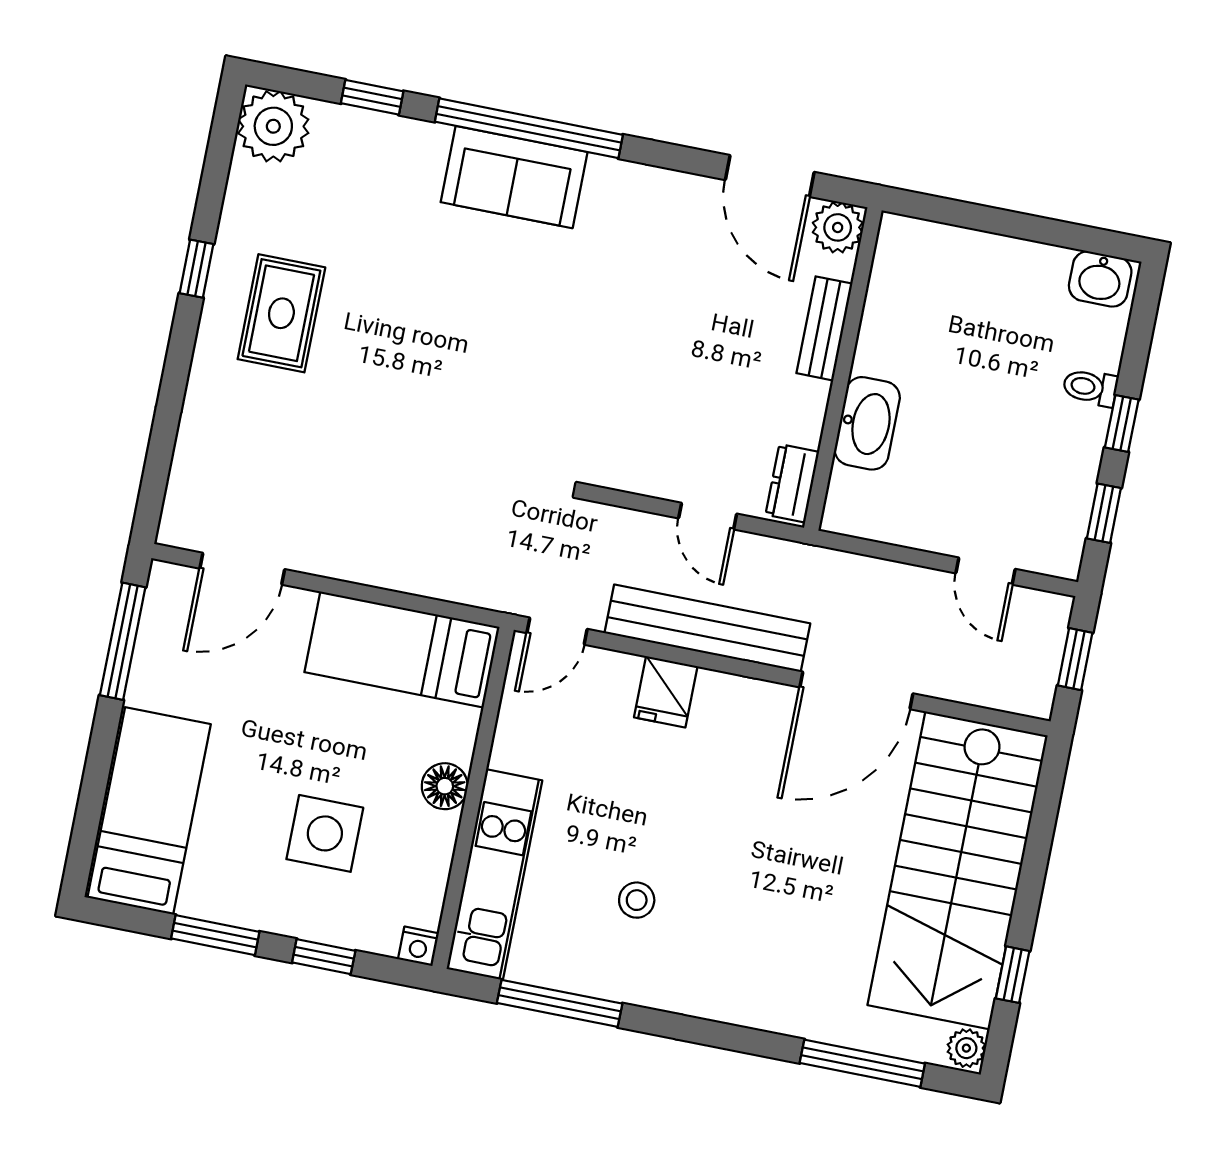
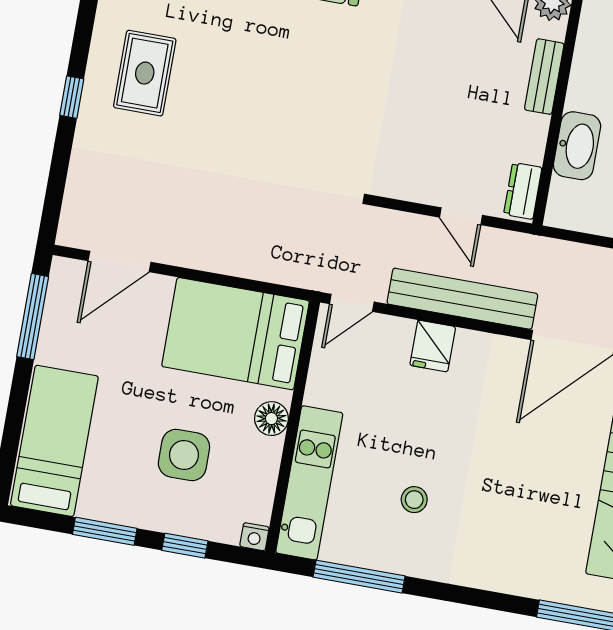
window: (197, 269) -> (72, 97), moved
bed: (402, 650) -> (235, 334), width x1.50

